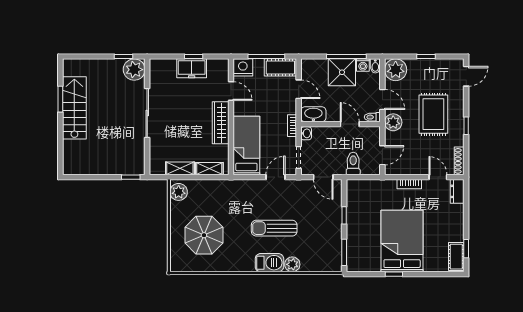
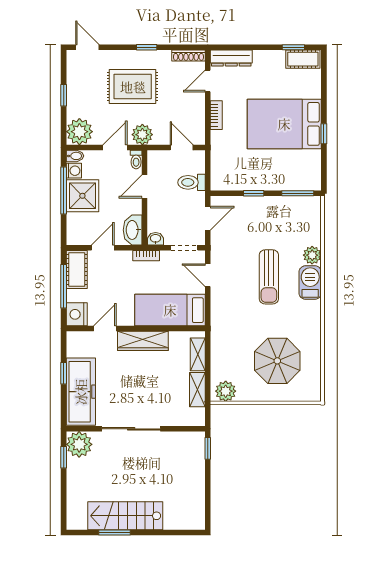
freezer: (192, 68) -> (81, 392), width x1.91, depth x1.26
dresser: (457, 191) -> (231, 58), width x1.44

